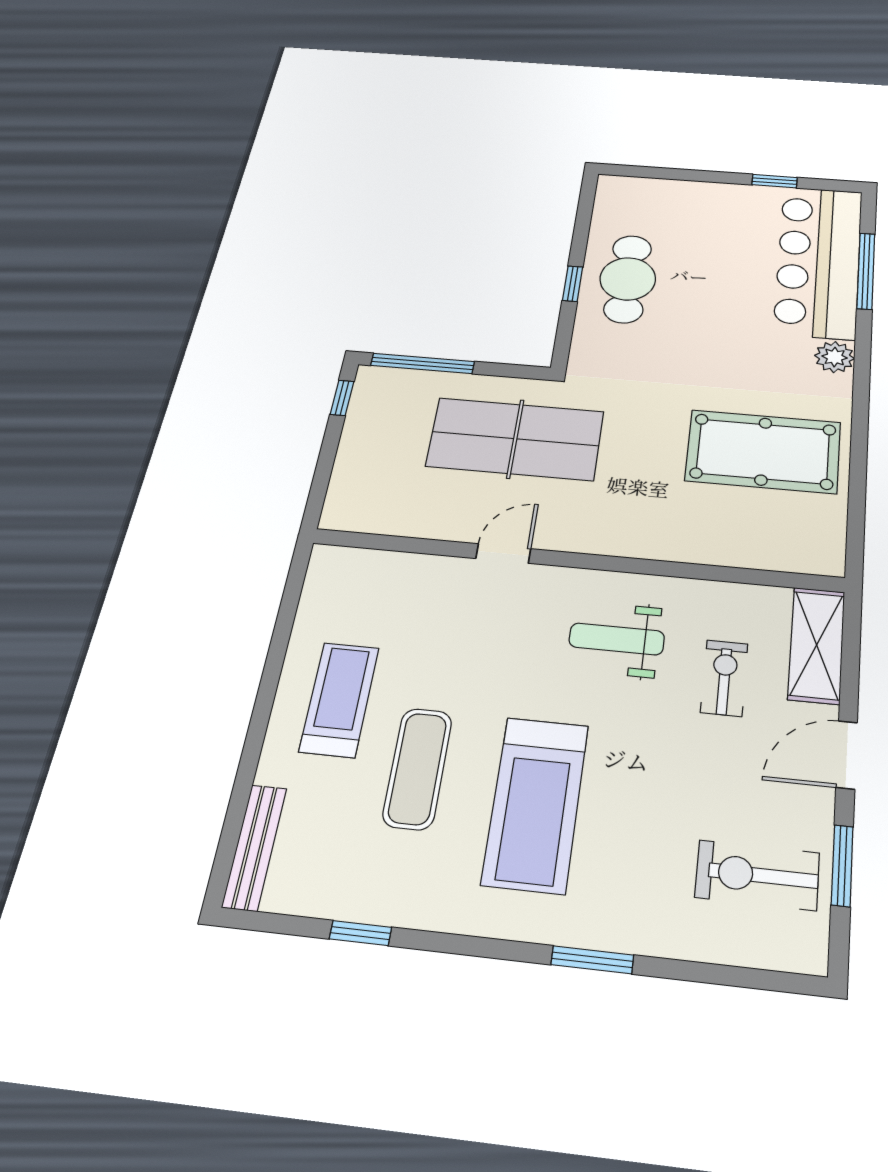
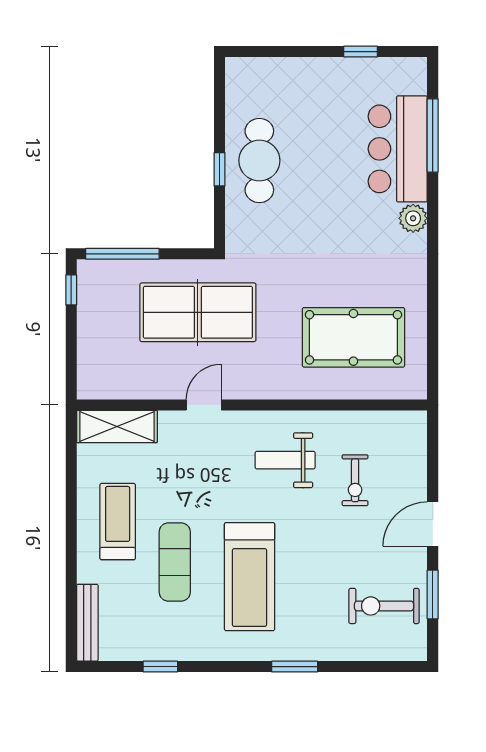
bar counter: (819, 261) -> (398, 149), width x0.73
pool table: (763, 451) -> (353, 337), moved
shelving: (817, 645) -> (117, 426), moved, turned 90
exercise bike: (724, 678) -> (355, 480), turned 180

